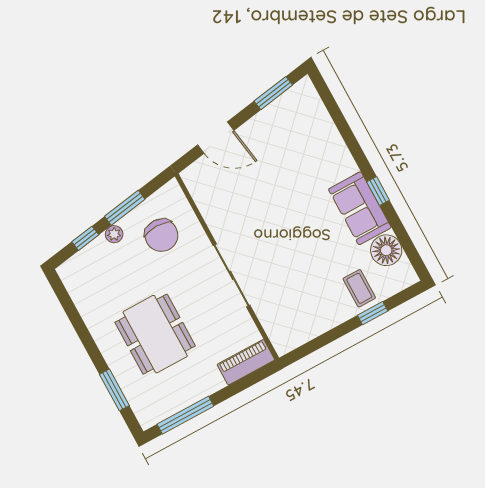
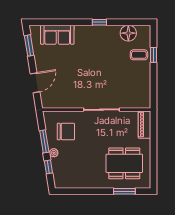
sofa: (360, 208) -> (57, 35), moved
dining table: (155, 334) -> (124, 163), moved
window: (185, 415) -> (154, 165), removed

